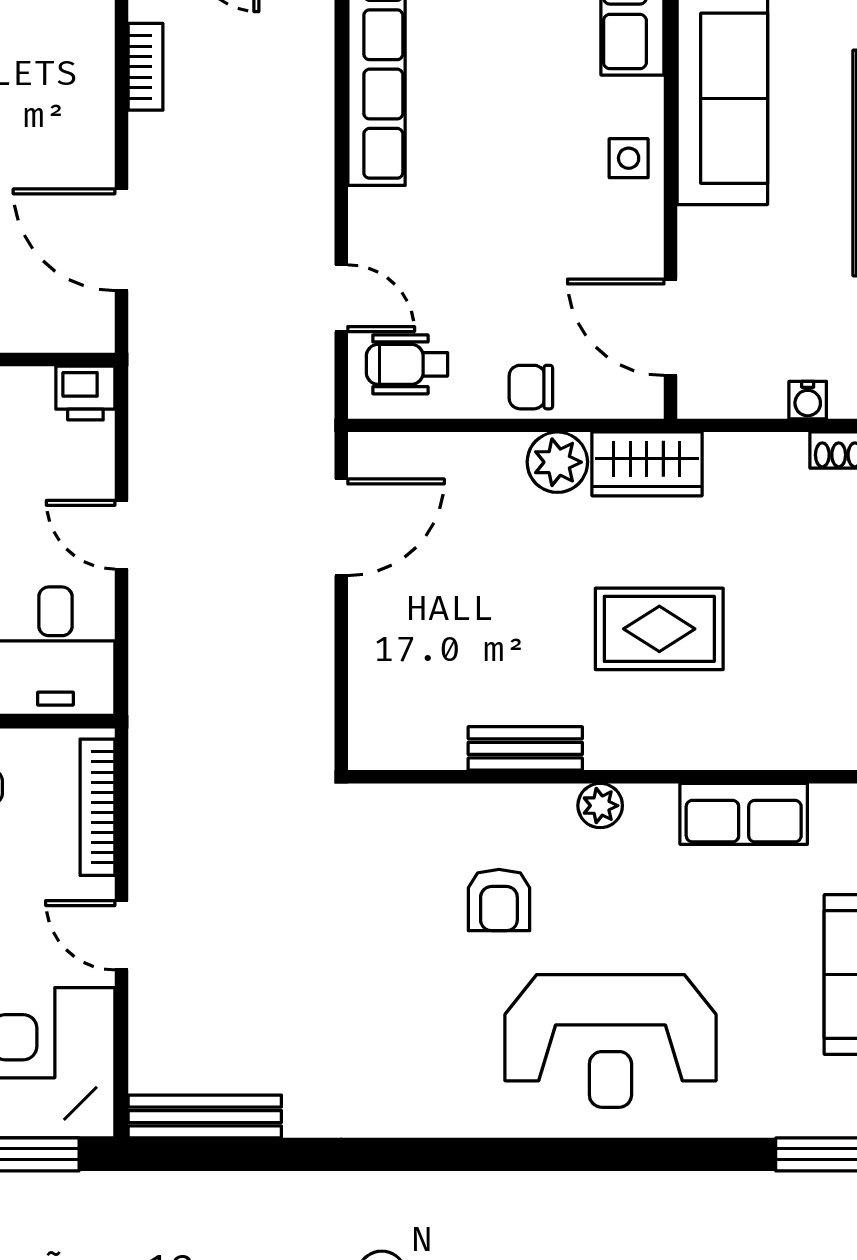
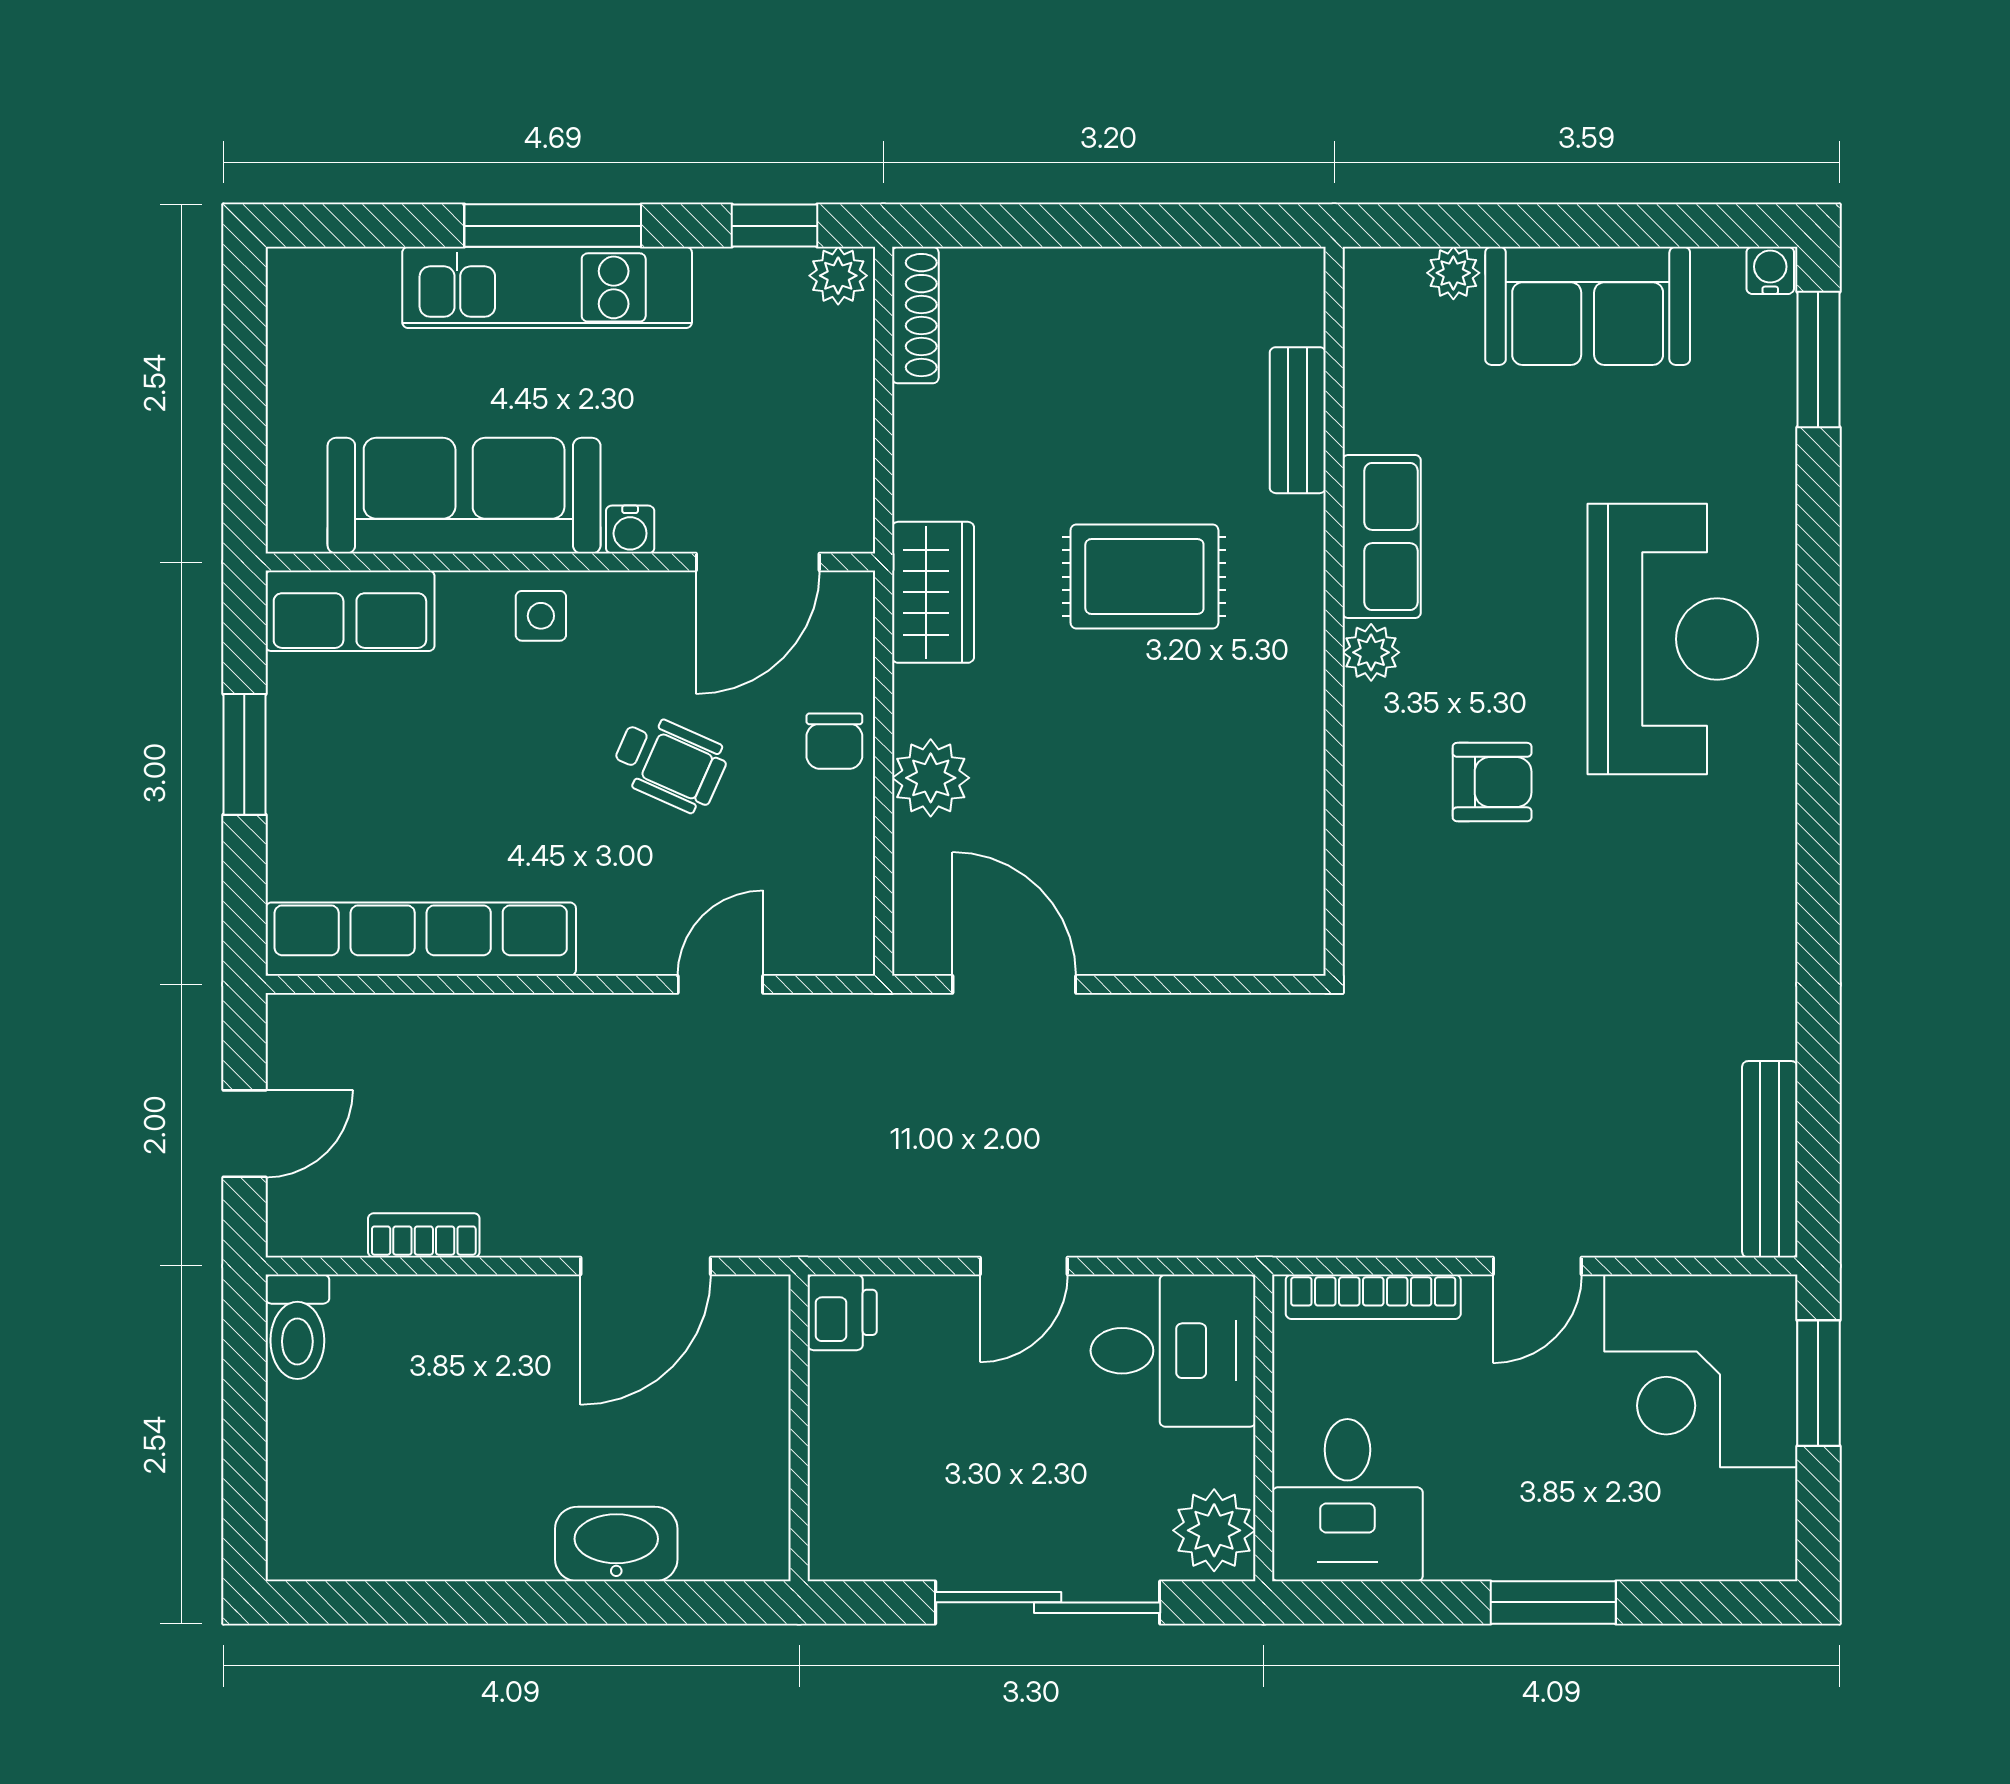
wheelchair: (407, 364) -> (670, 763), moved, turned -66
water cooler: (808, 400) -> (630, 530), moved, turned 90
plant: (557, 462) -> (931, 778), moved
rug: (659, 629) -> (1144, 577), turned 90
bench: (525, 748) -> (1298, 420), moved
row of seats: (744, 814) -> (1382, 537), moved

